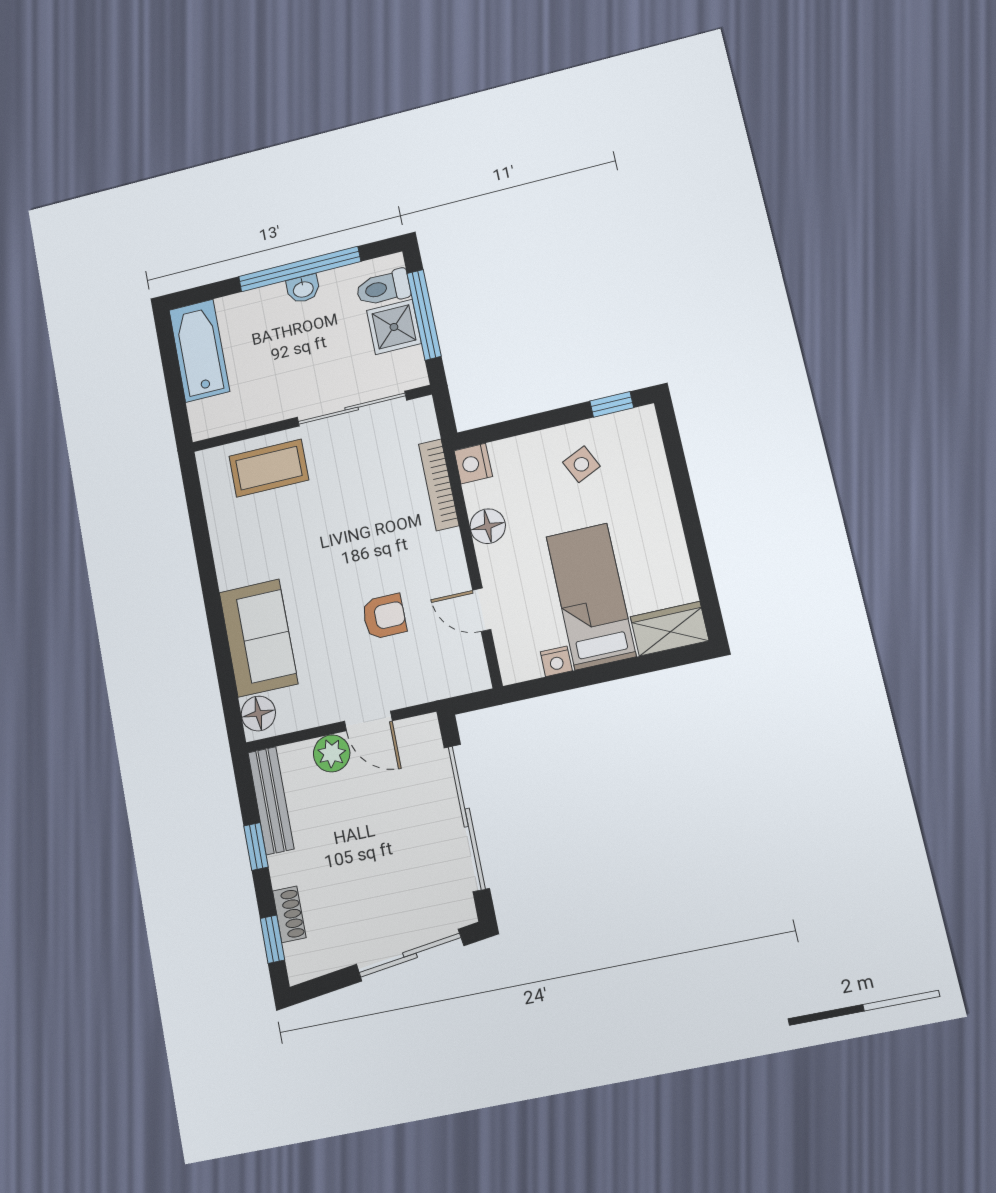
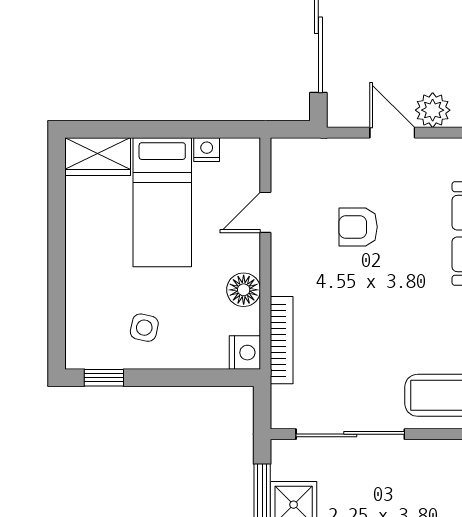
side table: (581, 464) -> (144, 328), turned 37
door: (482, 610) -> (265, 212), swing flipped

